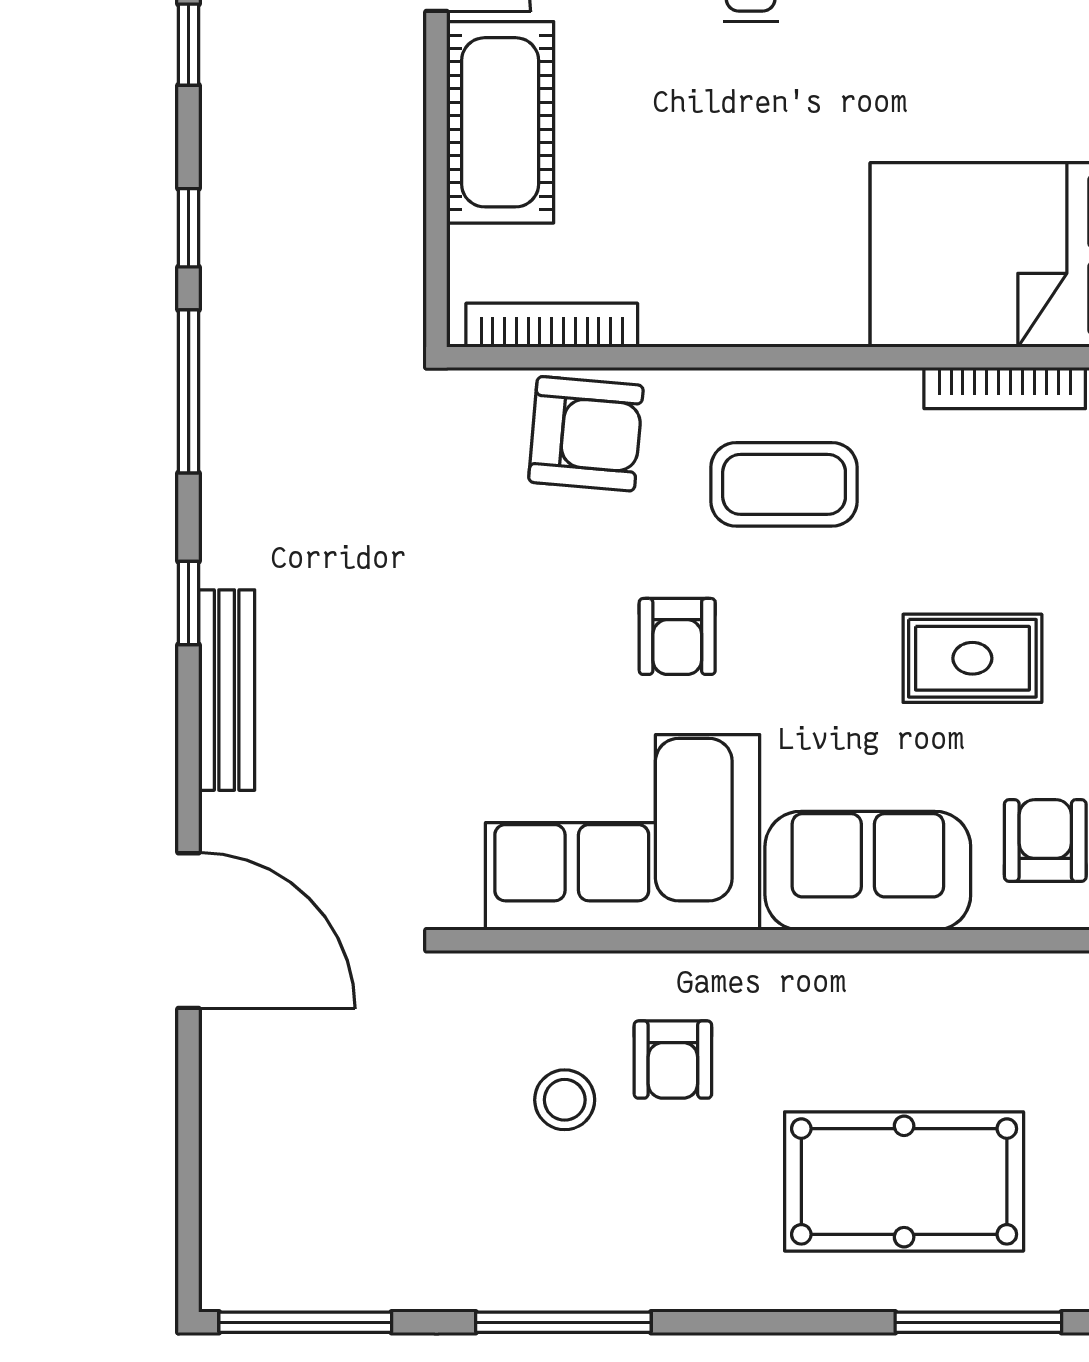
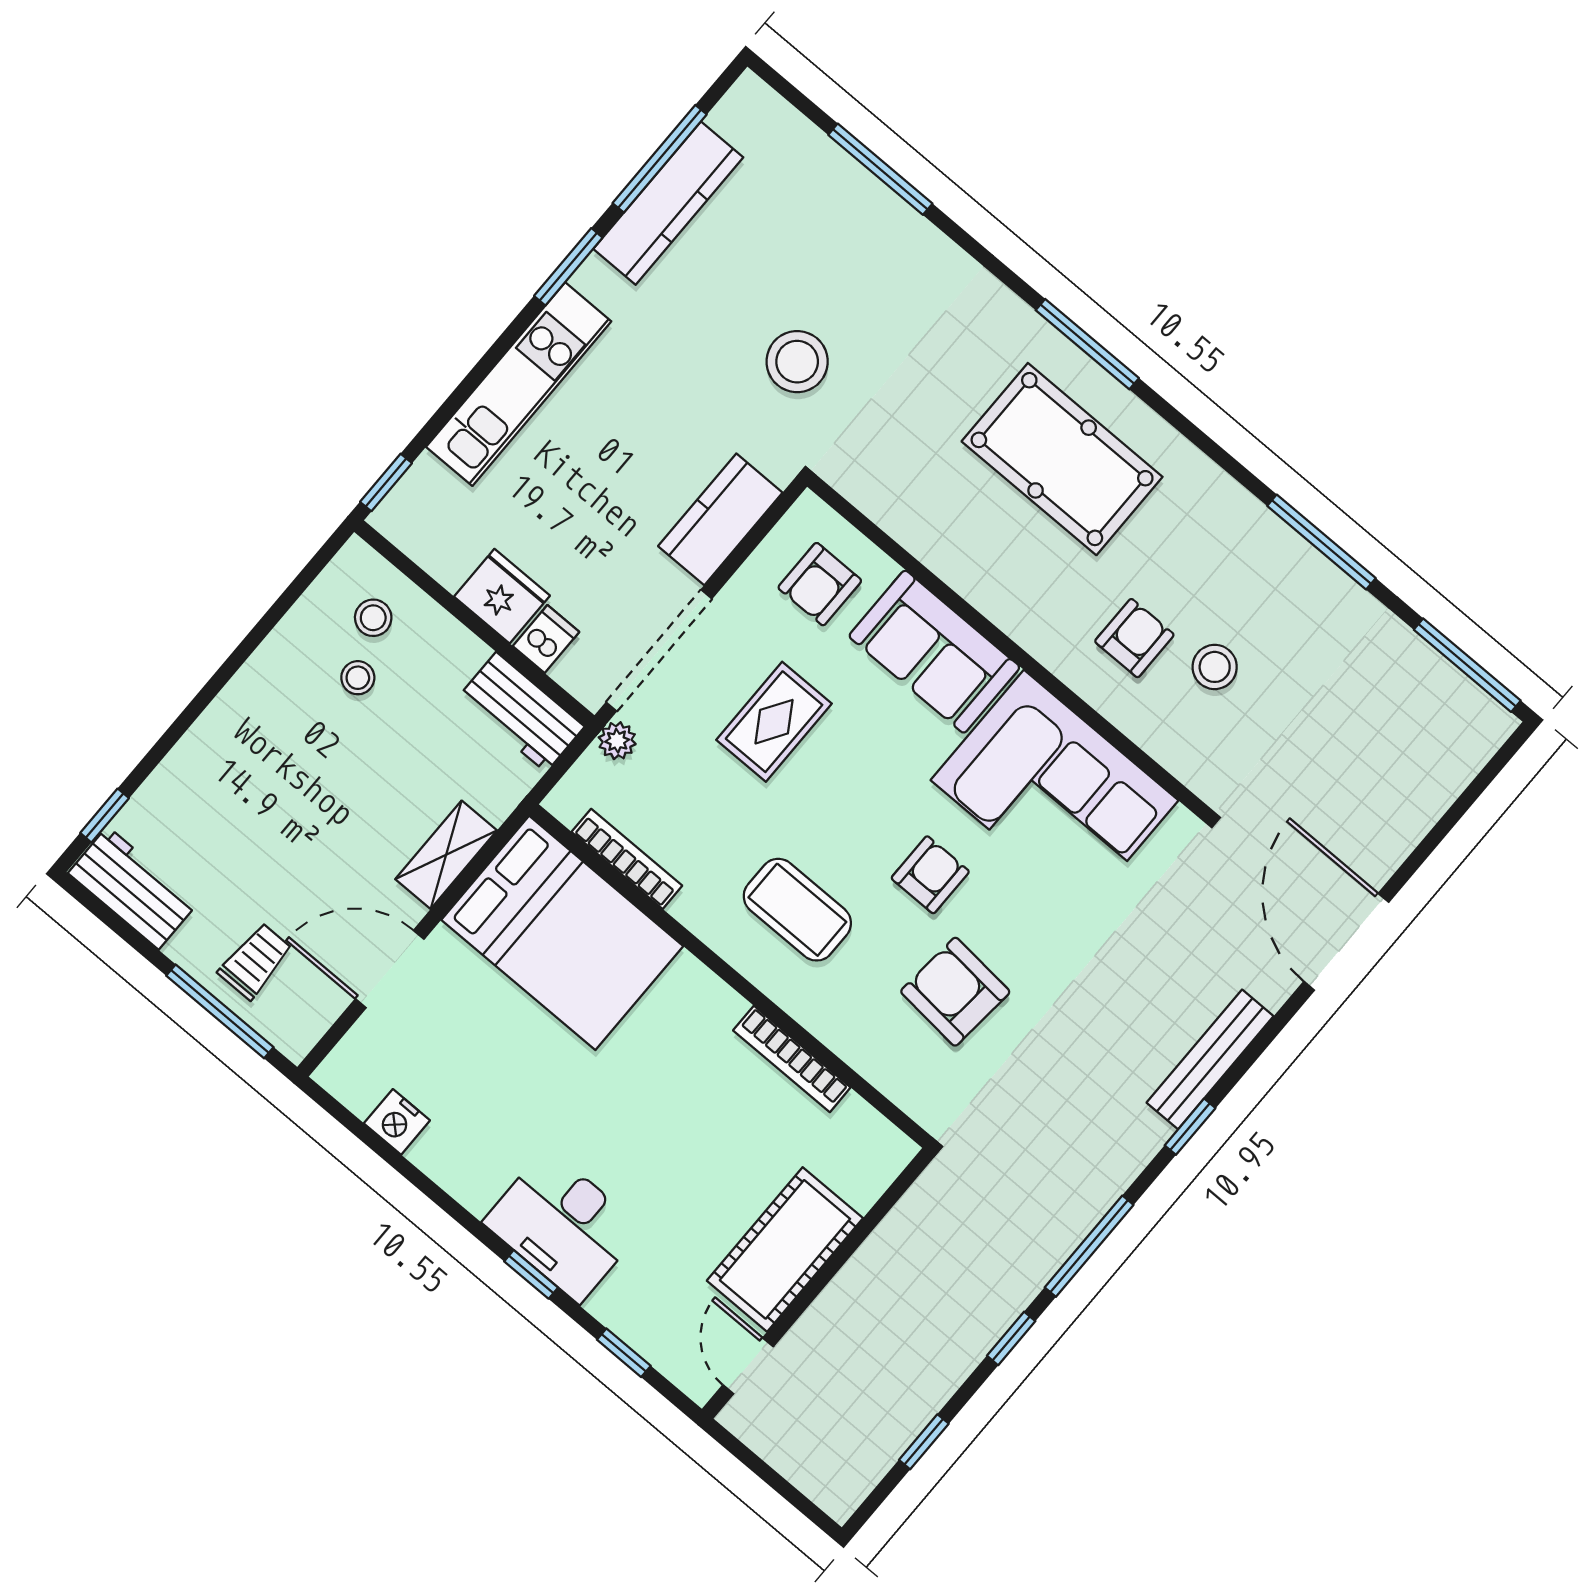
bookcase: (552, 325) -> (792, 1059), moved
armchair: (586, 434) -> (955, 992), moved
rug: (972, 658) -> (774, 722), turned 90

